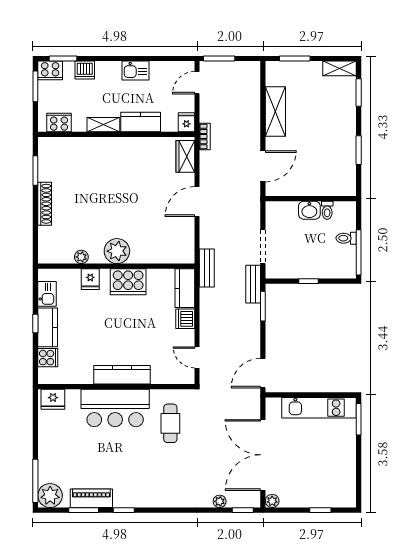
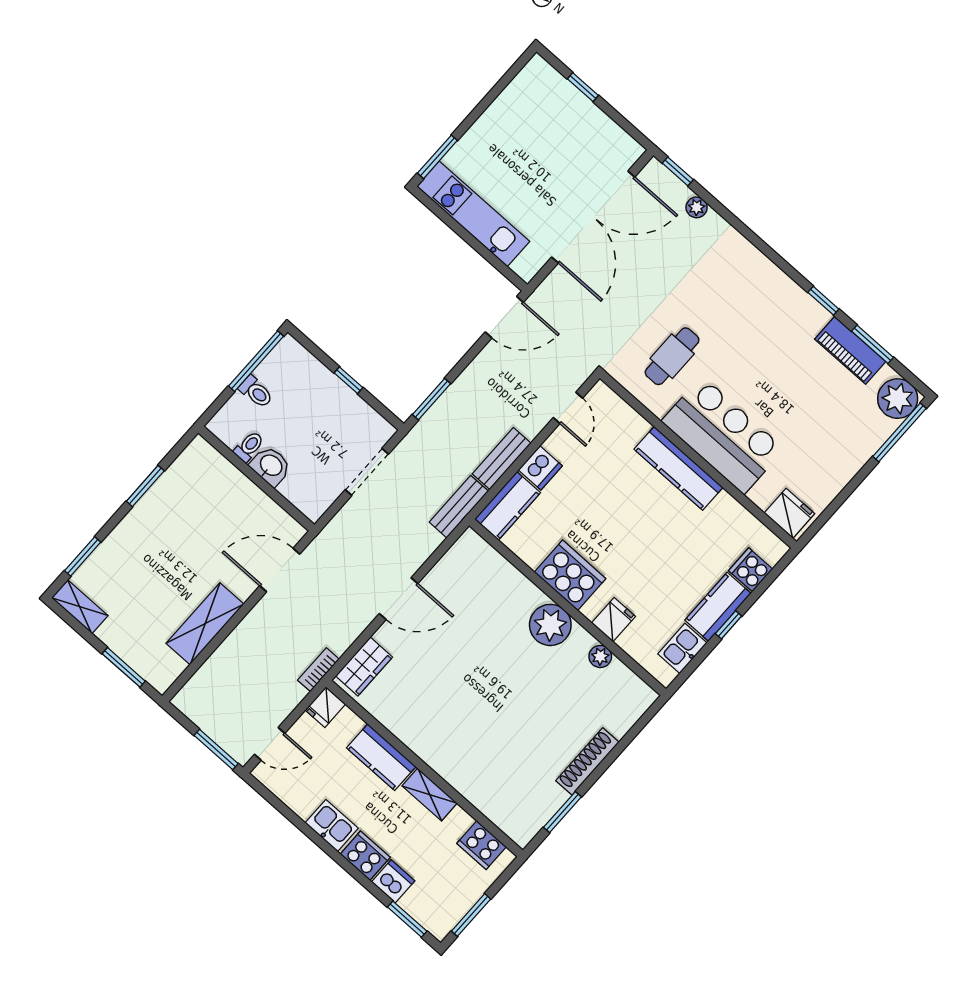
cooker: (50, 70) -> (365, 856), moved
bench: (253, 284) -> (502, 459), moved
plant: (272, 501) -> (632, 151), removed

